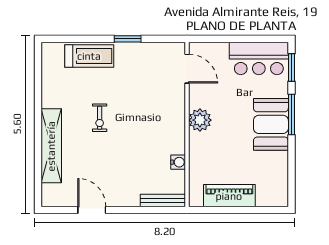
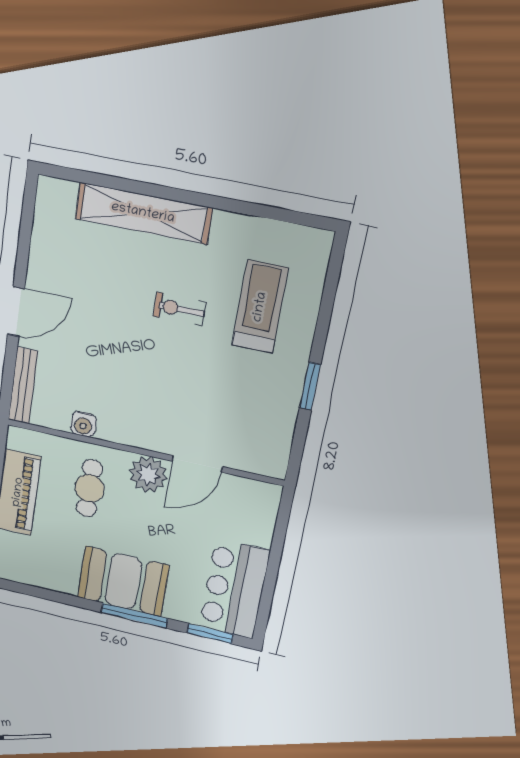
treadmill: (89, 56) -> (260, 307), moved, turned 180
door: (187, 69) -> (197, 464), moved
cafe table: (217, 153) -> (90, 488), added
door: (92, 210) -> (16, 311), moved

